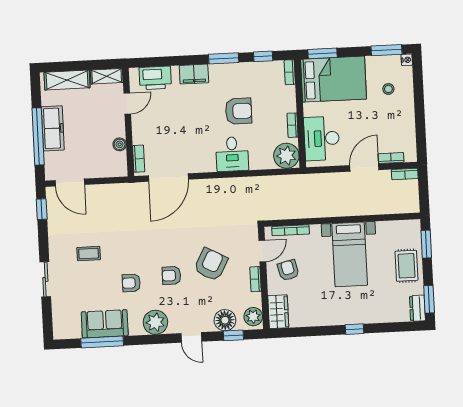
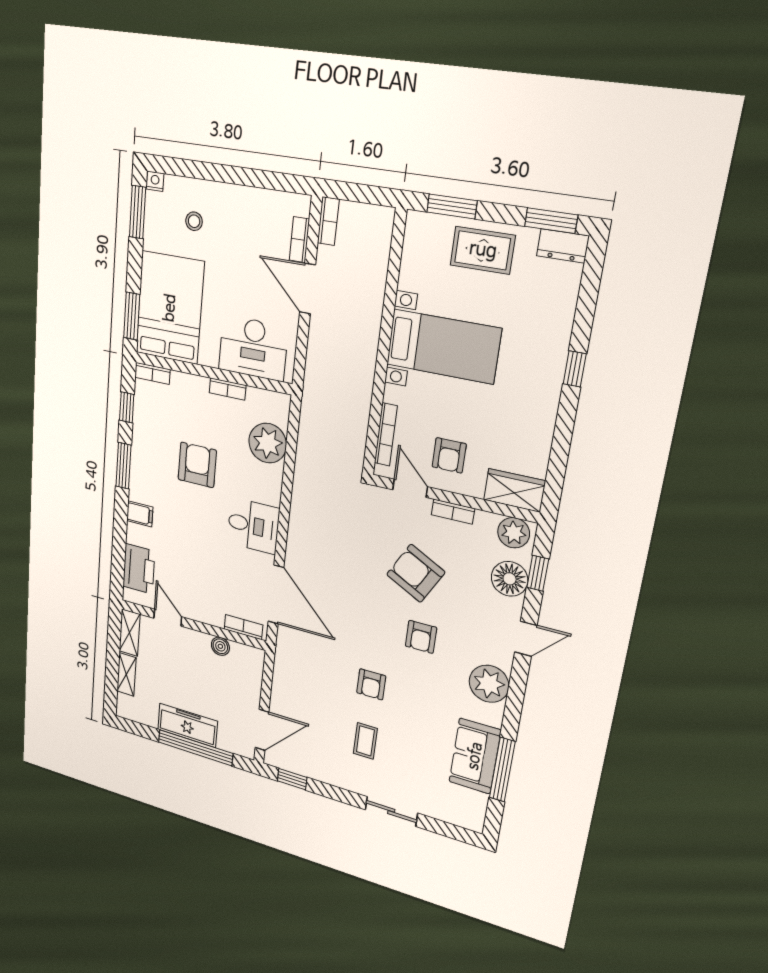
filing cabinet: (194, 74) -> (140, 514), width x0.50
shelving: (67, 80) -> (126, 674), width x0.67, depth x0.75
desk: (232, 154) -> (253, 526), moved
plant: (286, 156) -> (268, 443), moved
armchair: (288, 270) -> (449, 455), turned -76
armchair: (131, 283) -> (371, 684), moved

